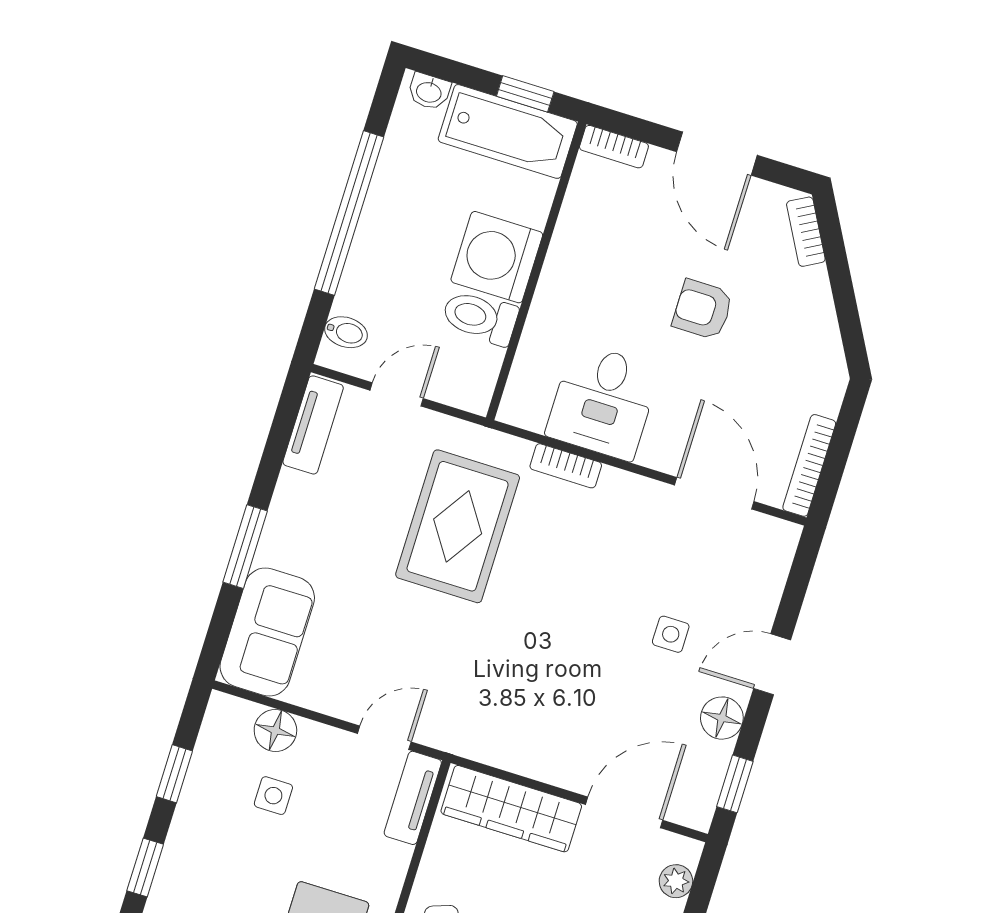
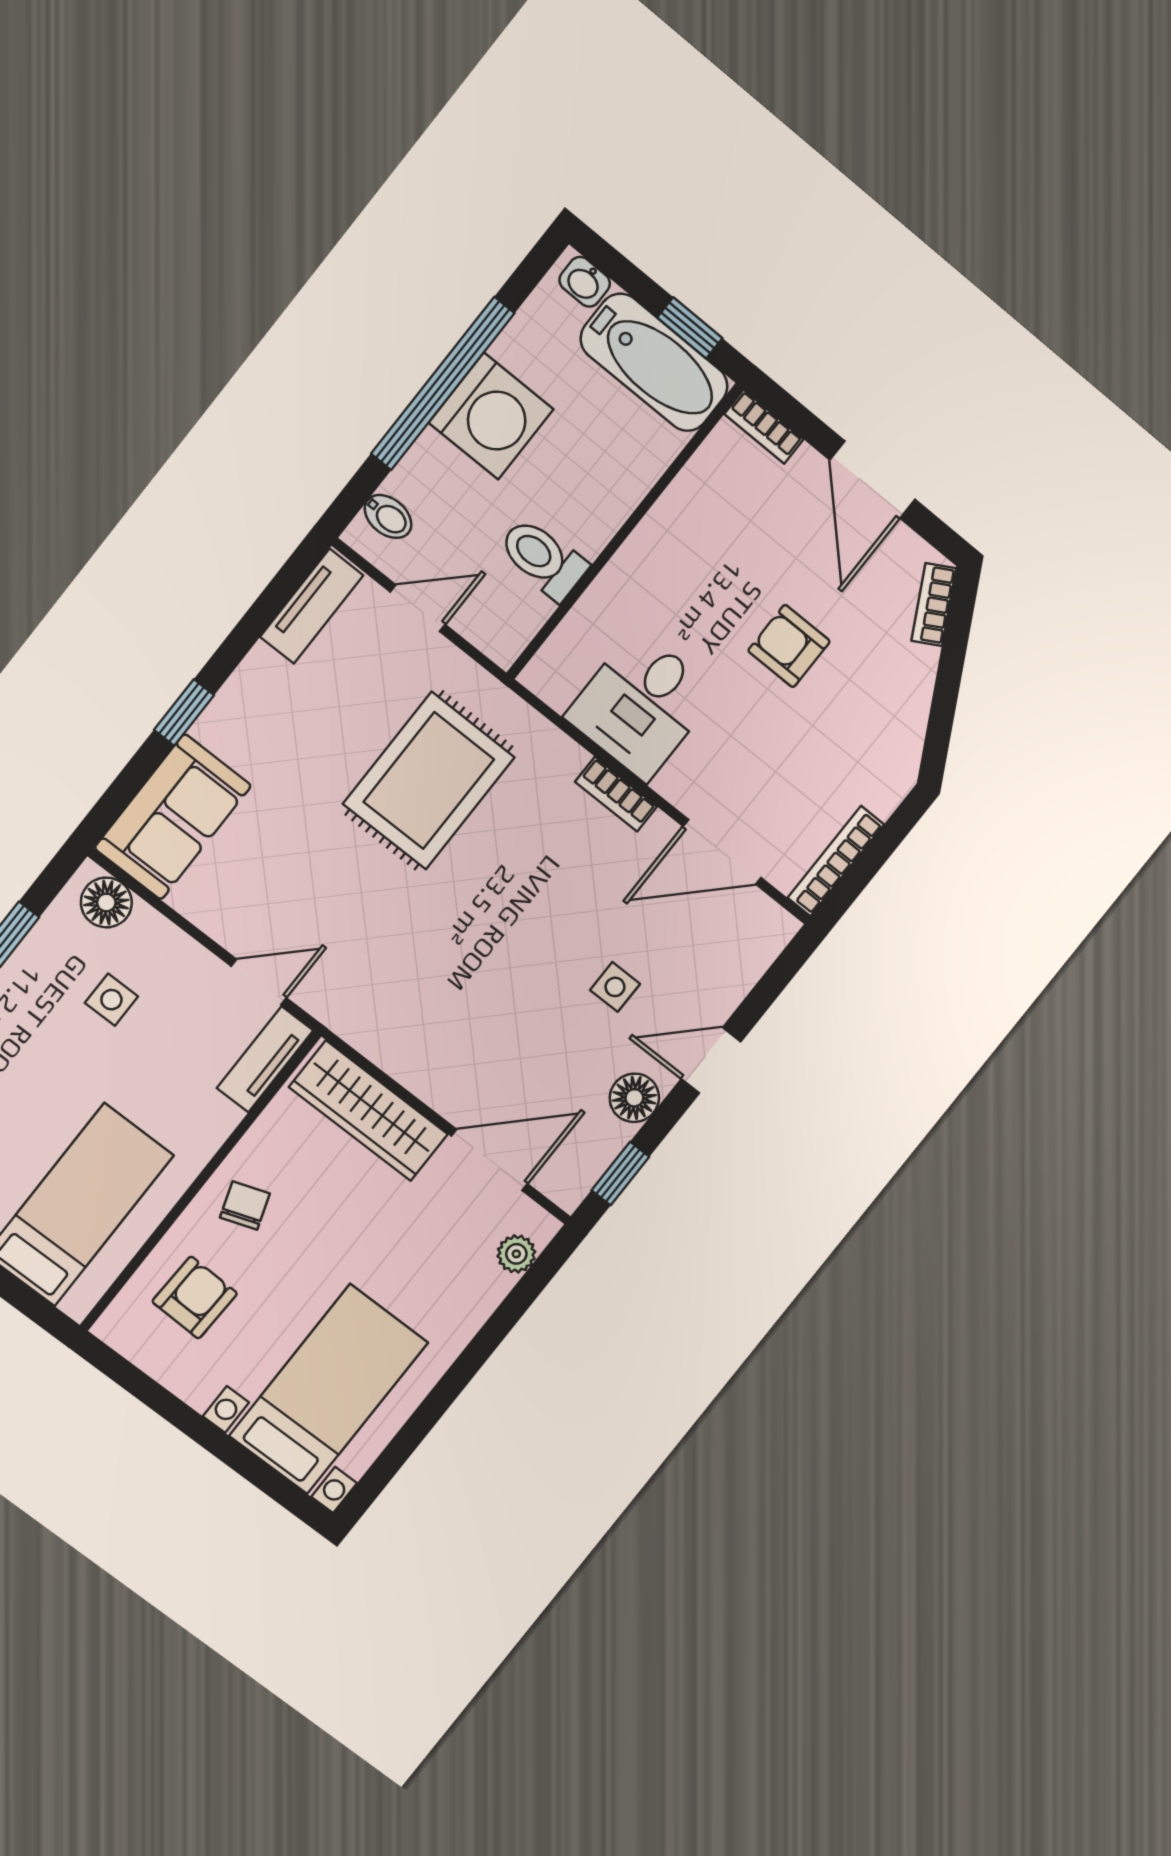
washing machine: (497, 257) -> (491, 416), moved, turned 180
bookcase: (566, 466) -> (616, 794), moved
door: (714, 493) -> (722, 852), swing flipped
window: (245, 547) -> (184, 712), width x0.67
floor lamp: (275, 730) -> (106, 902), moved

